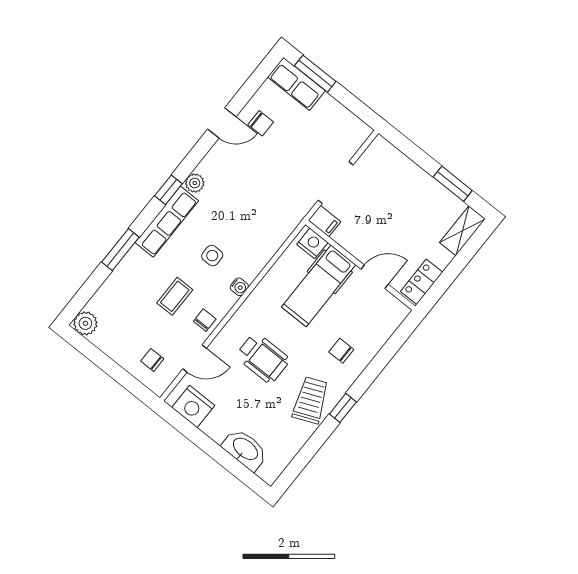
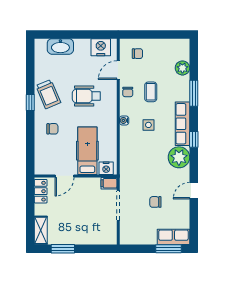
chair: (261, 123) -> (155, 202), moved
plant: (195, 183) -> (179, 157), width x1.88, depth x1.88
plant: (85, 323) -> (182, 68), moved

